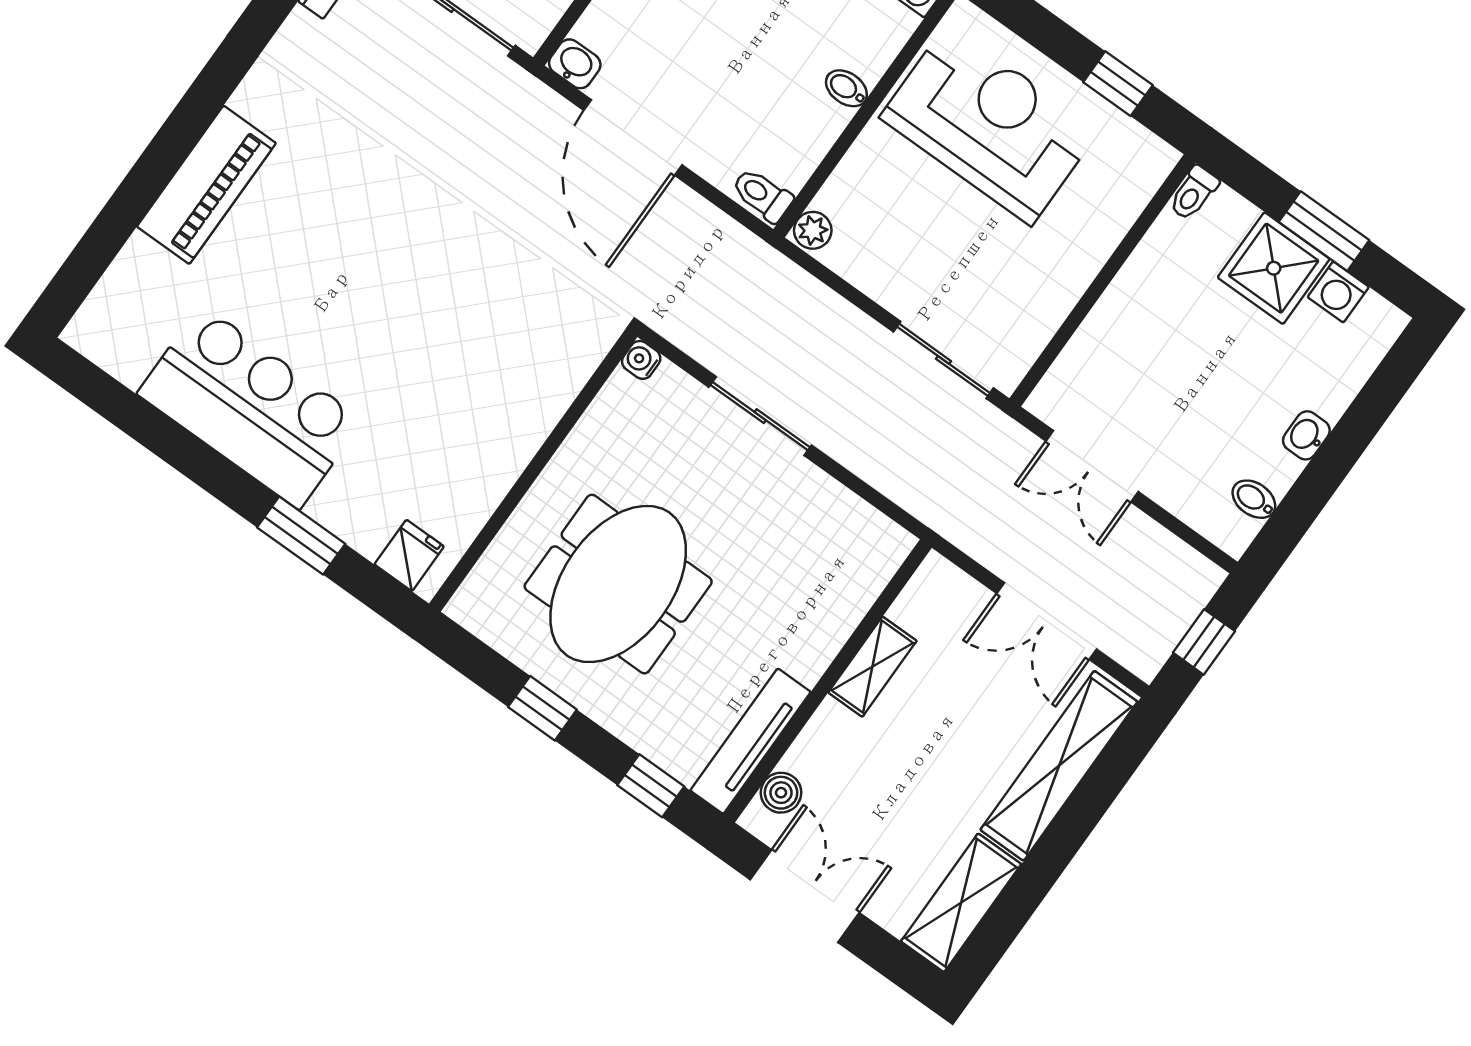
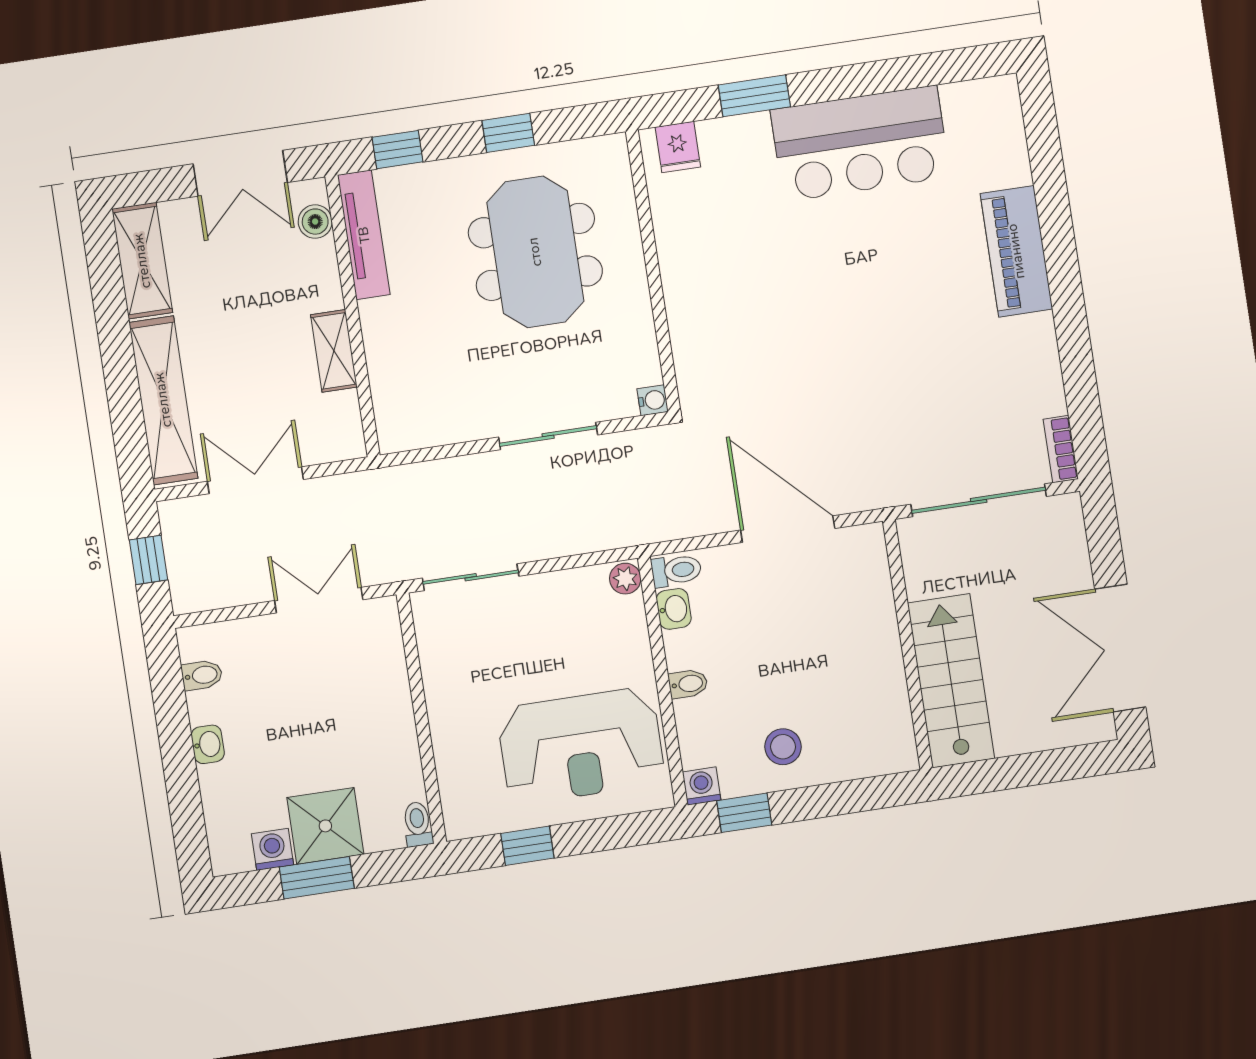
washbasin: (575, 64) -> (674, 609), moved, turned -90

